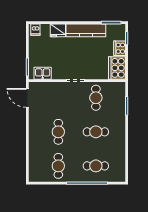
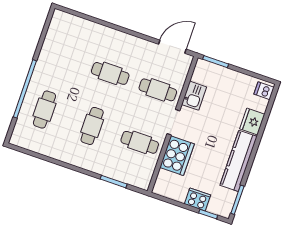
cooker: (117, 68) -> (177, 156), moved, turned 90
kitchen sink: (43, 73) -> (194, 96), moved
cafe table: (58, 166) -> (158, 90), moved

